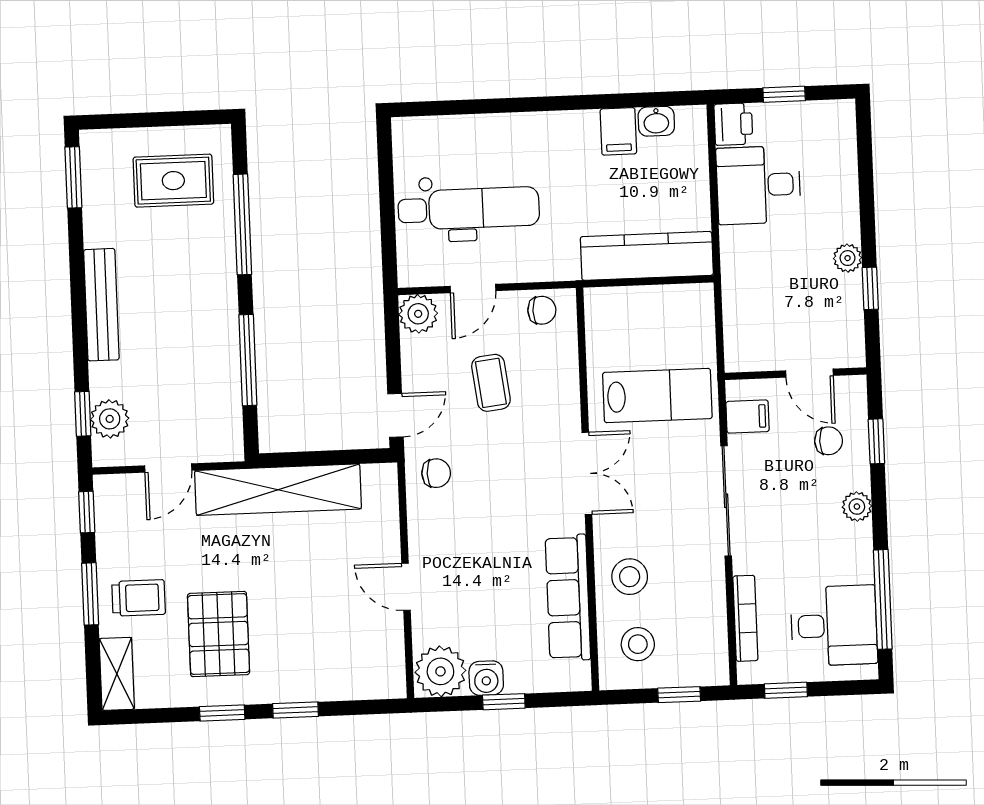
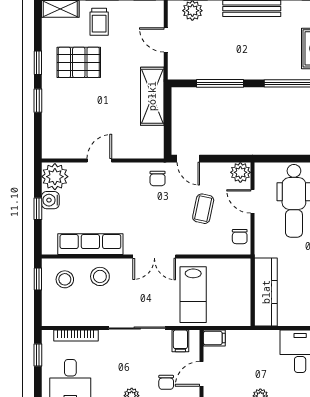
filing cabinet: (739, 351) -> (214, 338), added
coffee table: (491, 383) -> (203, 209), turned -71
shelving: (278, 490) -> (152, 96), width x0.68
window: (679, 695) -> (38, 279), moved

